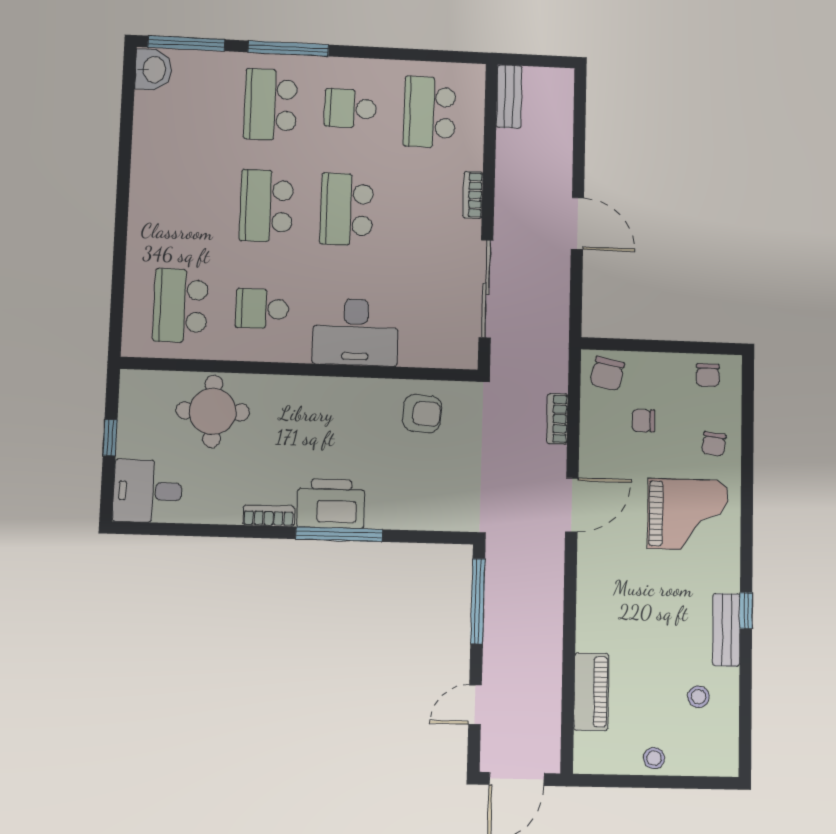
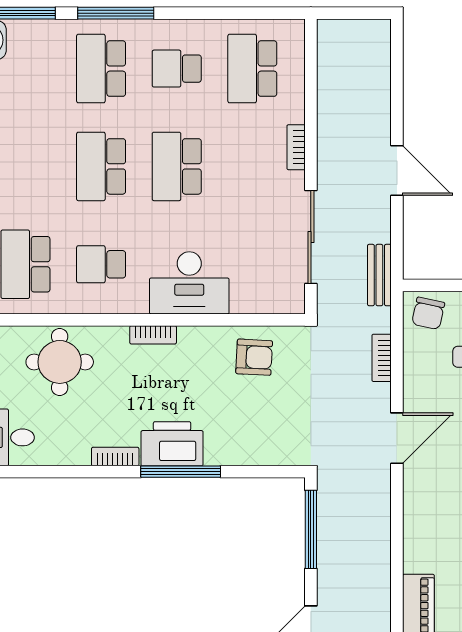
bench: (509, 97) -> (379, 275), moved
bookcase: (315, 386) -> (153, 335), added

